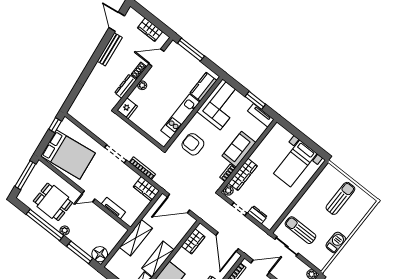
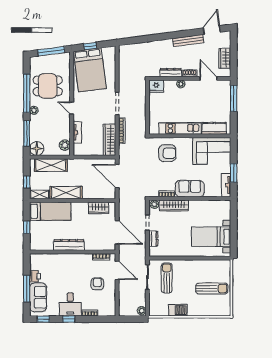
window: (55, 125) -> (90, 46), moved
armchair: (193, 144) -> (167, 153), turned 90
wardrobe: (146, 189) -> (109, 140), width x1.50
dining table: (53, 202) -> (48, 86), turned 90
plant: (116, 228) -> (65, 145), added
shelving: (136, 238) -> (51, 165), moved
door: (227, 242) -> (117, 232), swing flipped

